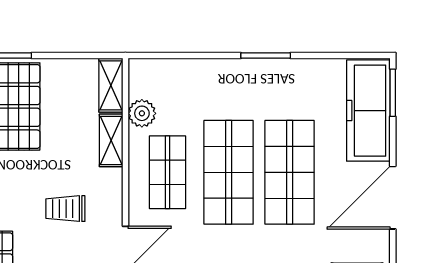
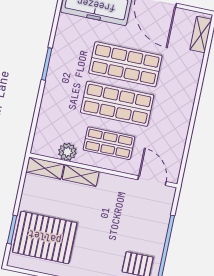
trolley: (65, 209) -> (119, 214), removed

